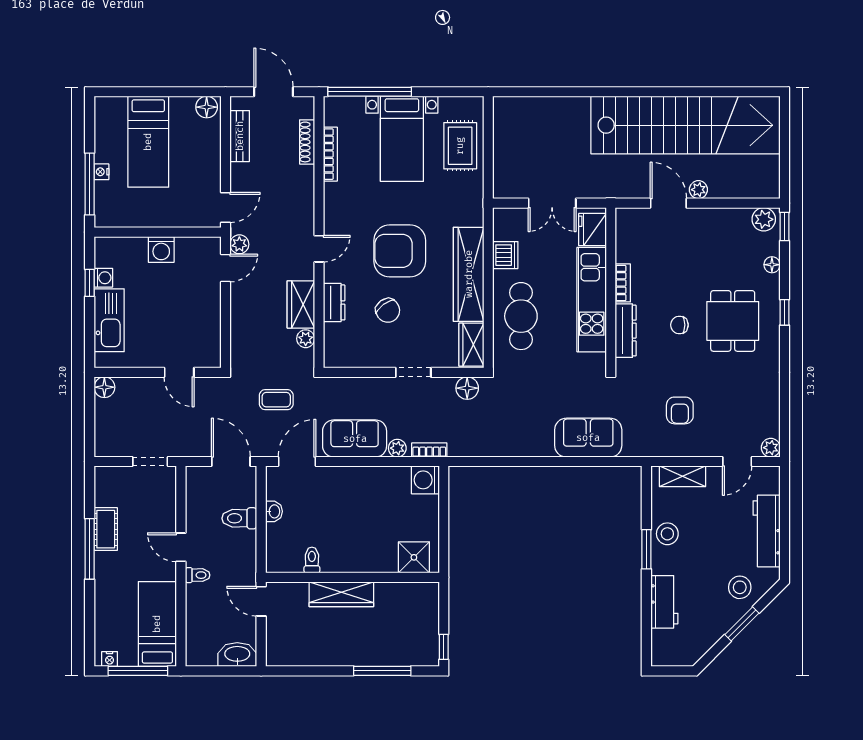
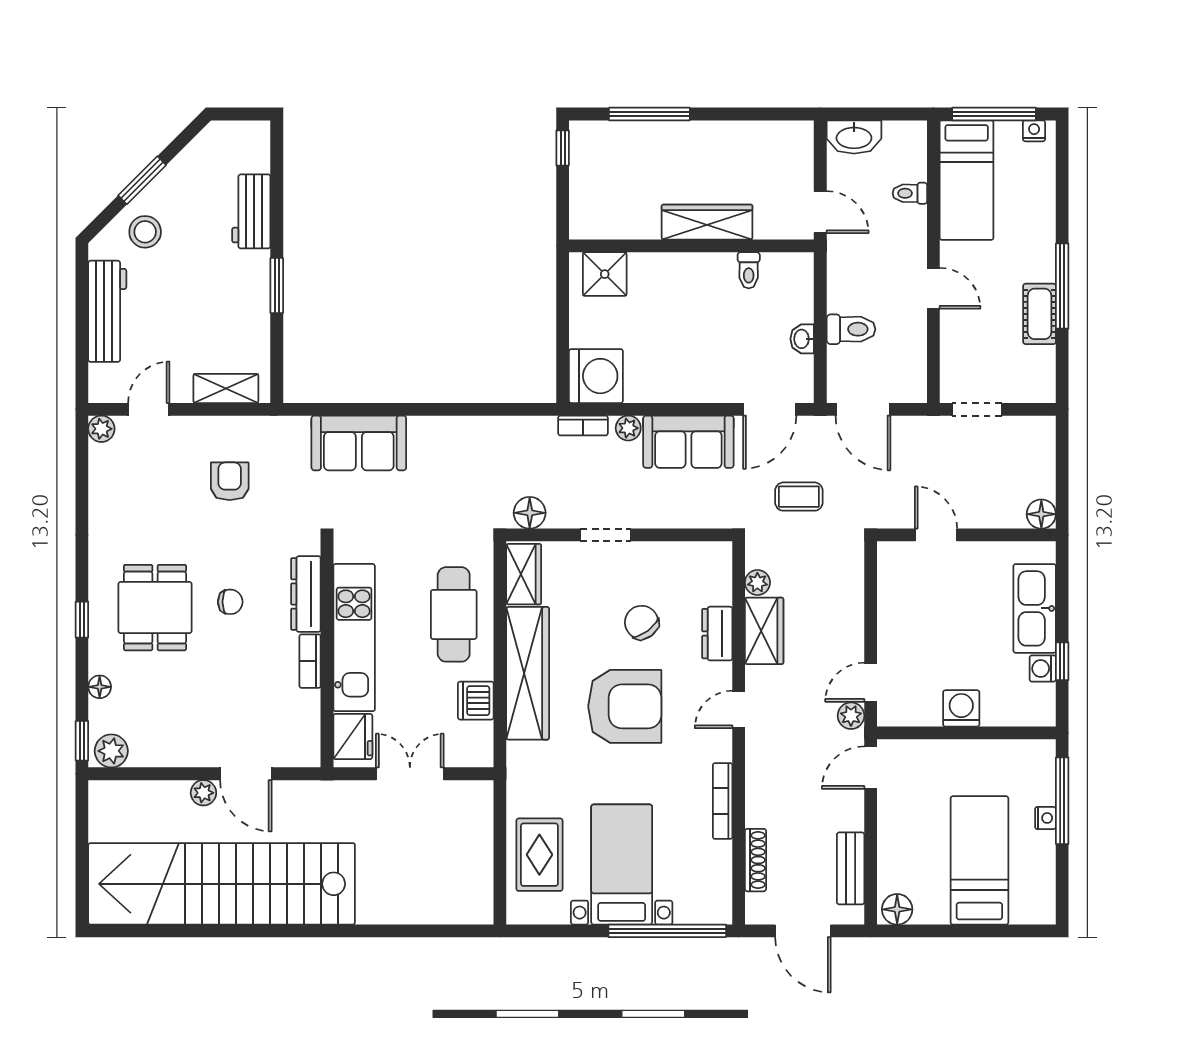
bookcase: (330, 154) -> (723, 801), moved
washing machine: (425, 480) -> (596, 376), width x1.37, depth x1.37
stool: (667, 534) -> (247, 307), removed
toilet: (198, 575) -> (910, 193), moved

